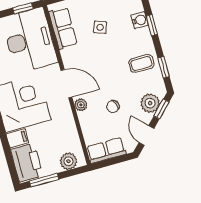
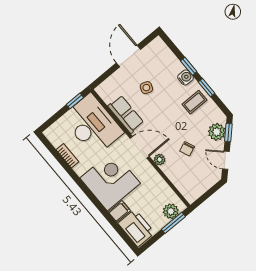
water cooler: (140, 20) -> (186, 77), moved
row of seats: (63, 28) -> (126, 114), moved
window: (164, 67) -> (207, 88), moved
row of seats: (106, 150) -> (198, 188), removed
window: (44, 180) -> (173, 223), moved

